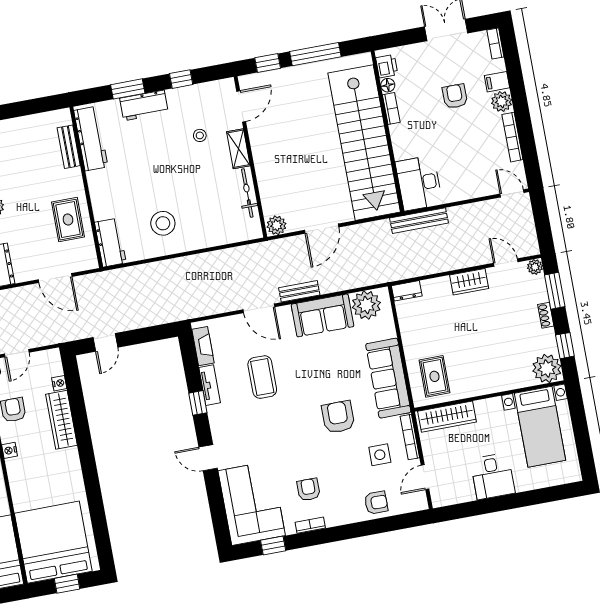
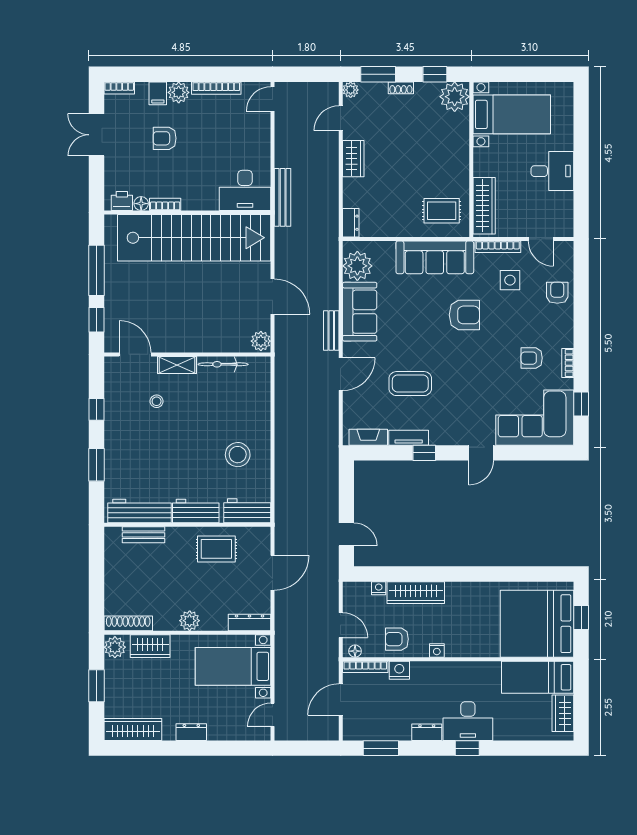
workbench: (144, 105) -> (196, 511), moved, turned -90
armchair: (338, 417) -> (464, 315), turned 180

